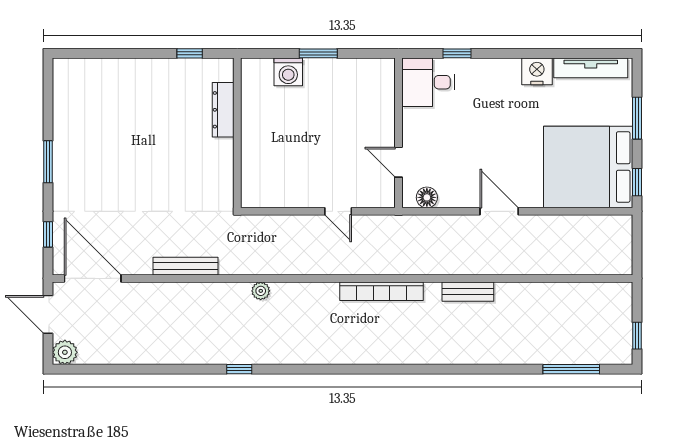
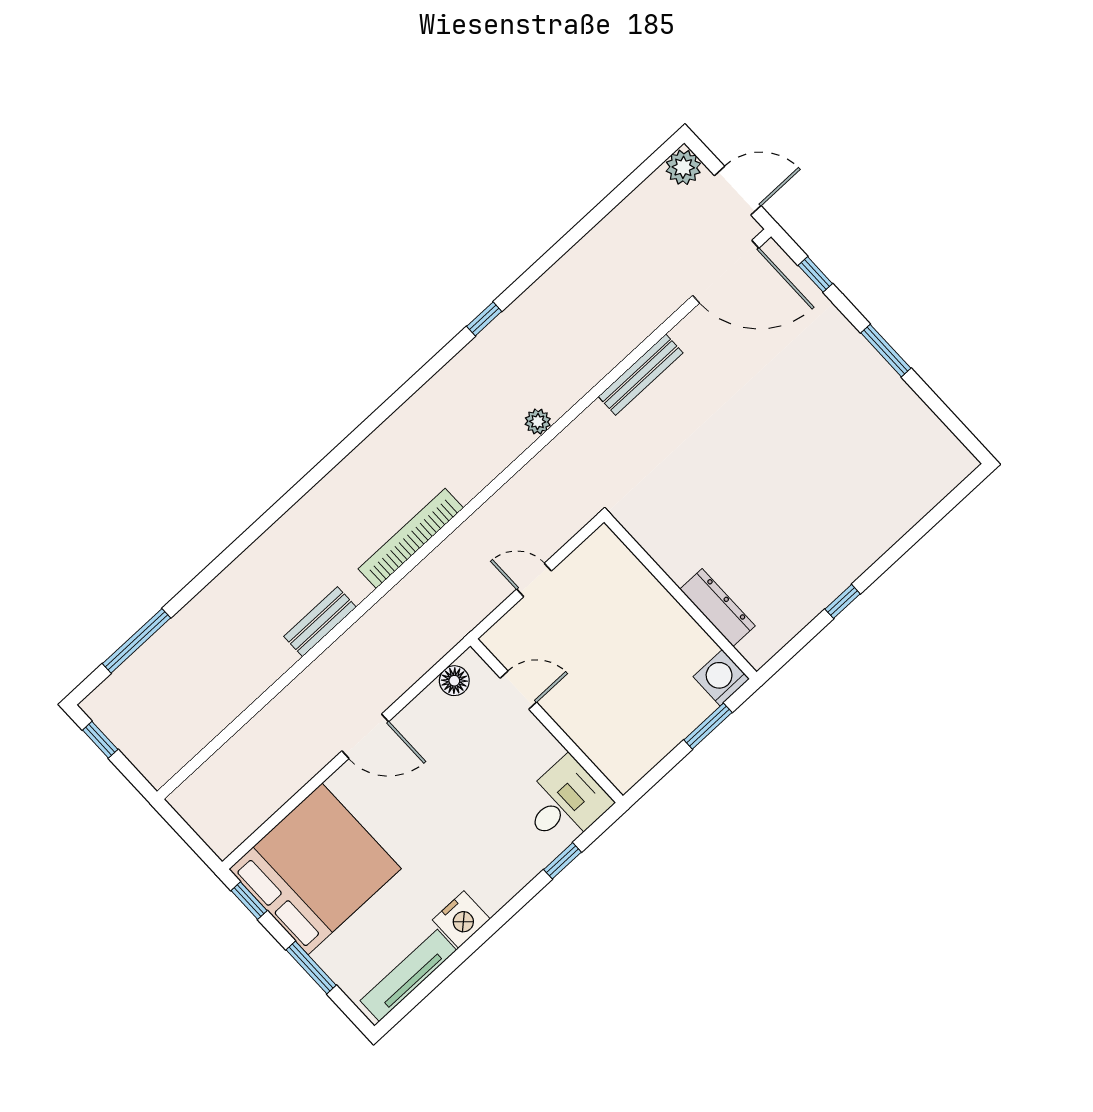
dresser: (223, 110) -> (718, 607), moved
wall: (237, 133) -> (680, 597), moved

